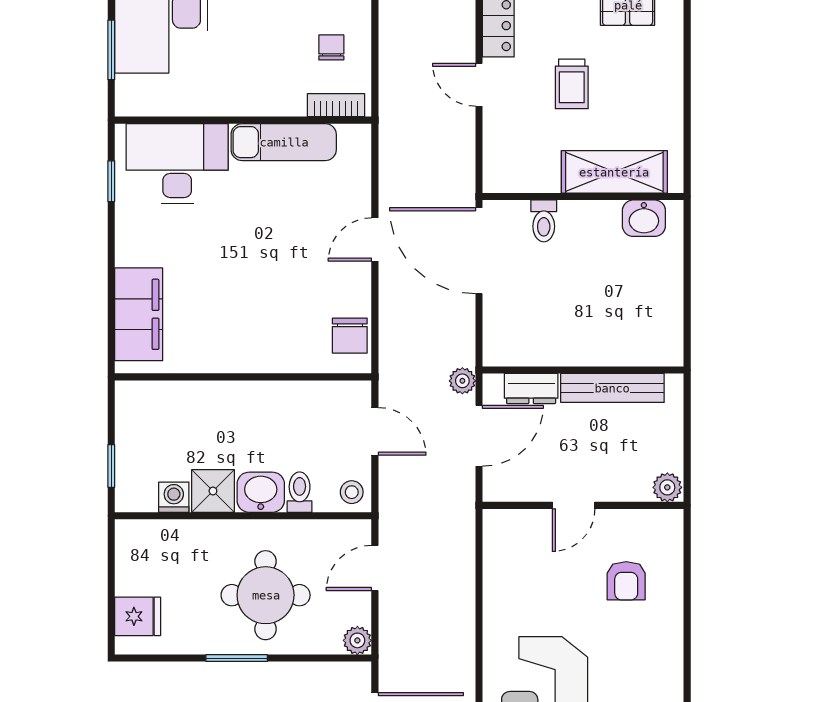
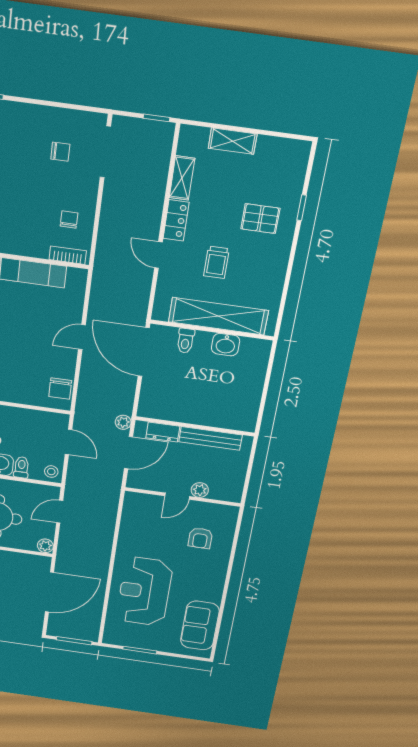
shelving: (614, 172) -> (218, 316), width x1.47
washbasin: (644, 218) -> (226, 345), moved
plant: (667, 487) -> (200, 490), moved

